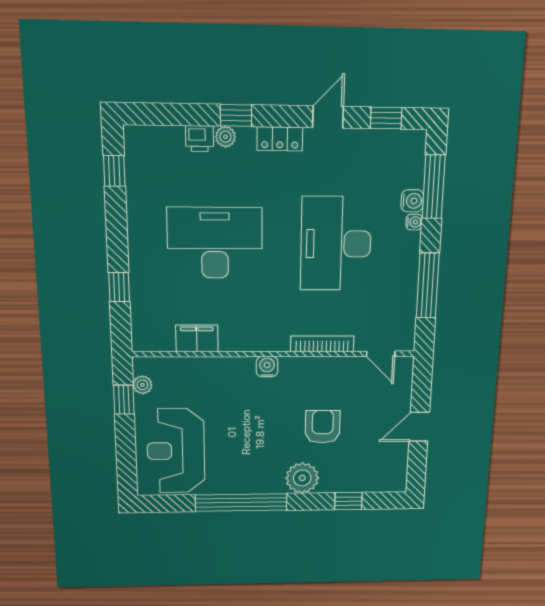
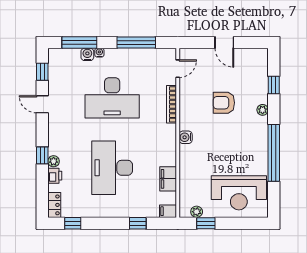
locker: (280, 139) -> (54, 205), moved
filing cabinet: (142, 338) -> (168, 211), added
plant: (302, 478) -> (263, 110), width x0.53, depth x0.53

